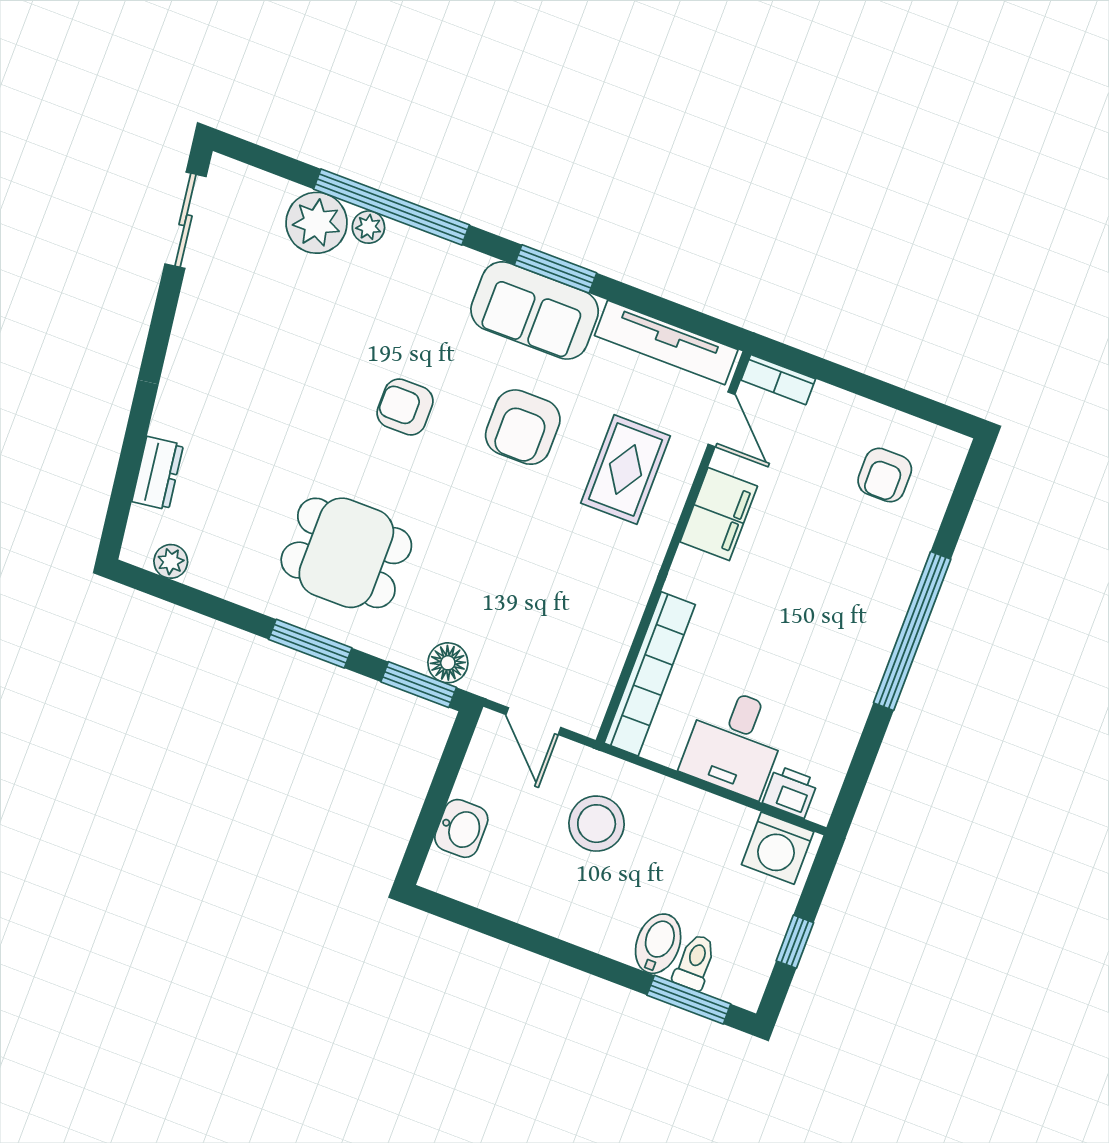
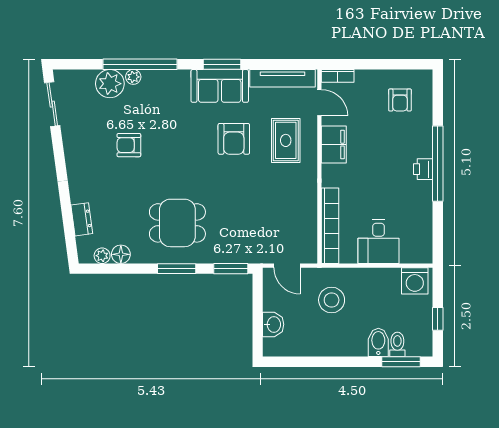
armchair: (405, 407) -> (129, 145), moved
floor lamp: (448, 663) -> (121, 254), moved
printer: (790, 792) -> (423, 169), moved, turned -90

